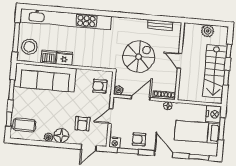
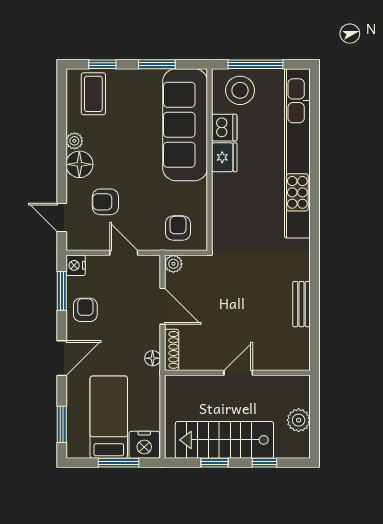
bench: (160, 25) -> (302, 304), moved
spiral stairs: (139, 57) -> (239, 296), removed

